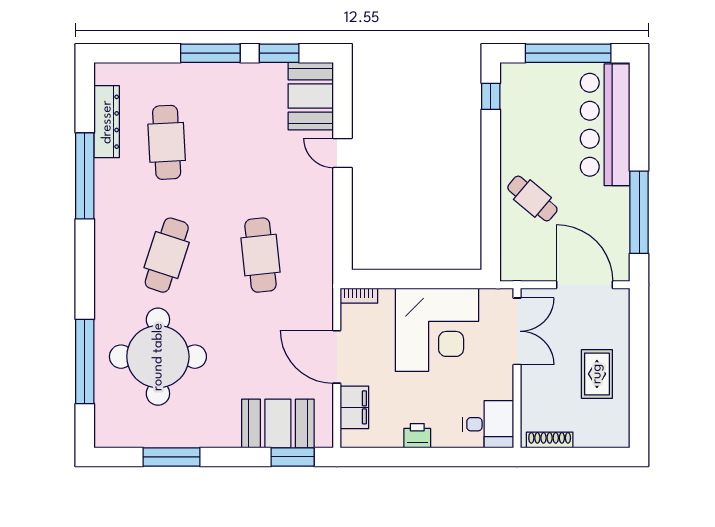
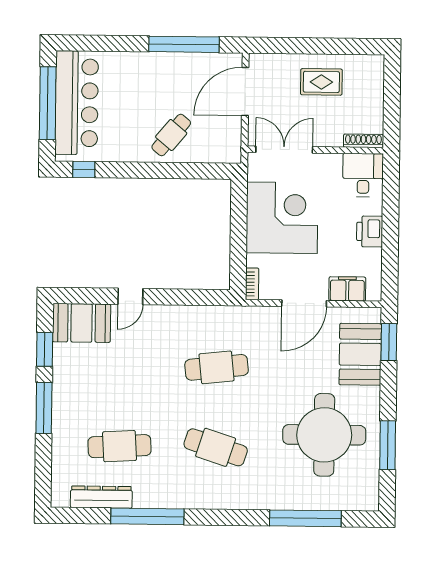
bar counter: (605, 125) -> (77, 103), moved, turned -90
round table: (158, 357) -> (324, 435), moved
printer: (417, 436) -> (370, 232), width x1.36, depth x1.24
shoe rack: (550, 440) -> (363, 141), moved, turned 90

